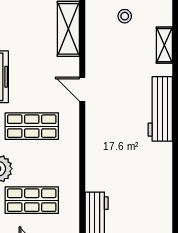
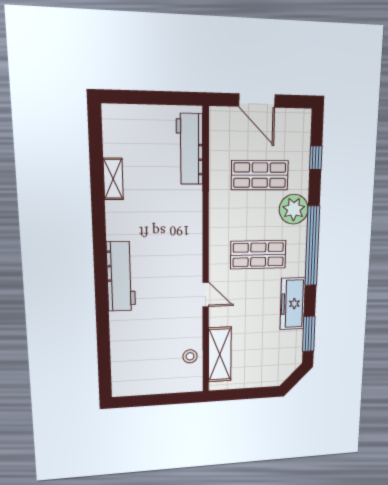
stool: (125, 16) -> (190, 356), moved
shelving: (164, 45) -> (113, 179), moved

